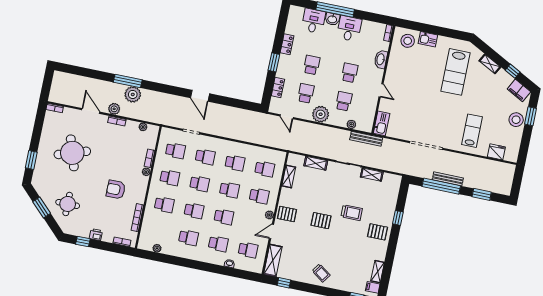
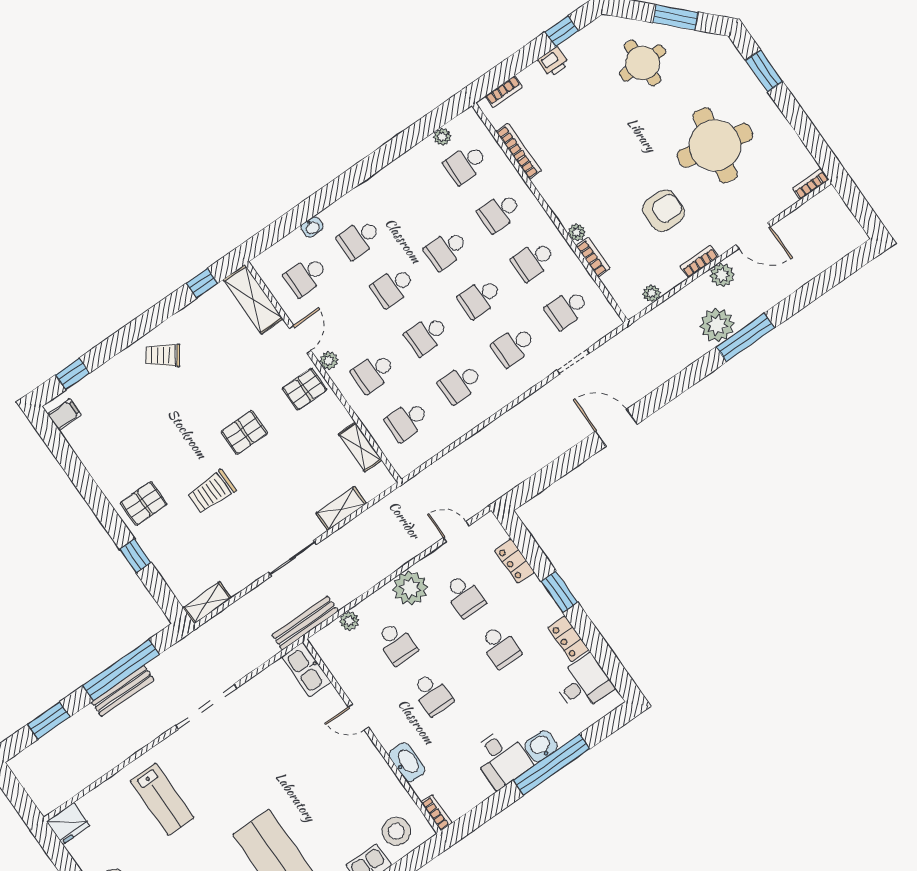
desk: (313, 21) -> (583, 684), moved, turned -90
fridge: (496, 152) -> (68, 824), moved
round table: (72, 153) -> (715, 145), turned 30
shelving: (372, 175) -> (207, 603), moved
armchair: (116, 190) -> (664, 211), moved
school desk: (189, 238) -> (466, 164), moved
shelving: (378, 272) -> (82, 445), removed

